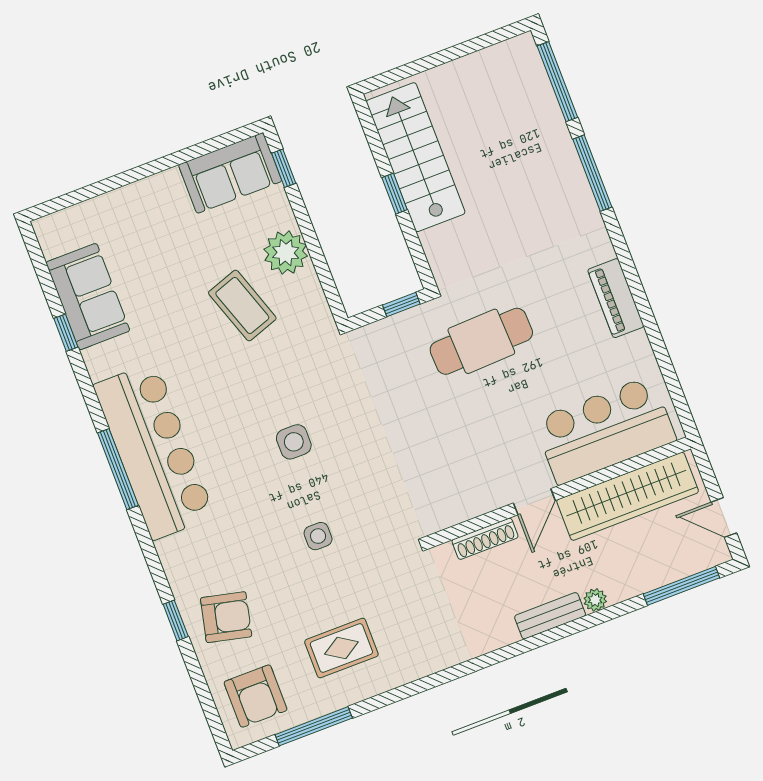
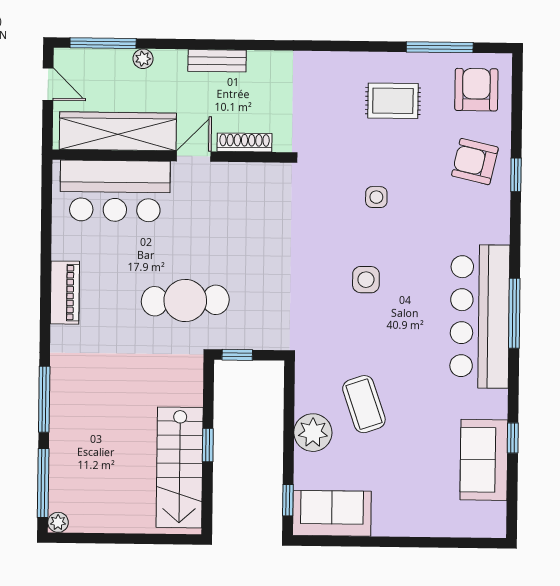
plant: (524, 45) -> (58, 522), added
plant: (595, 600) -> (143, 59), moved

